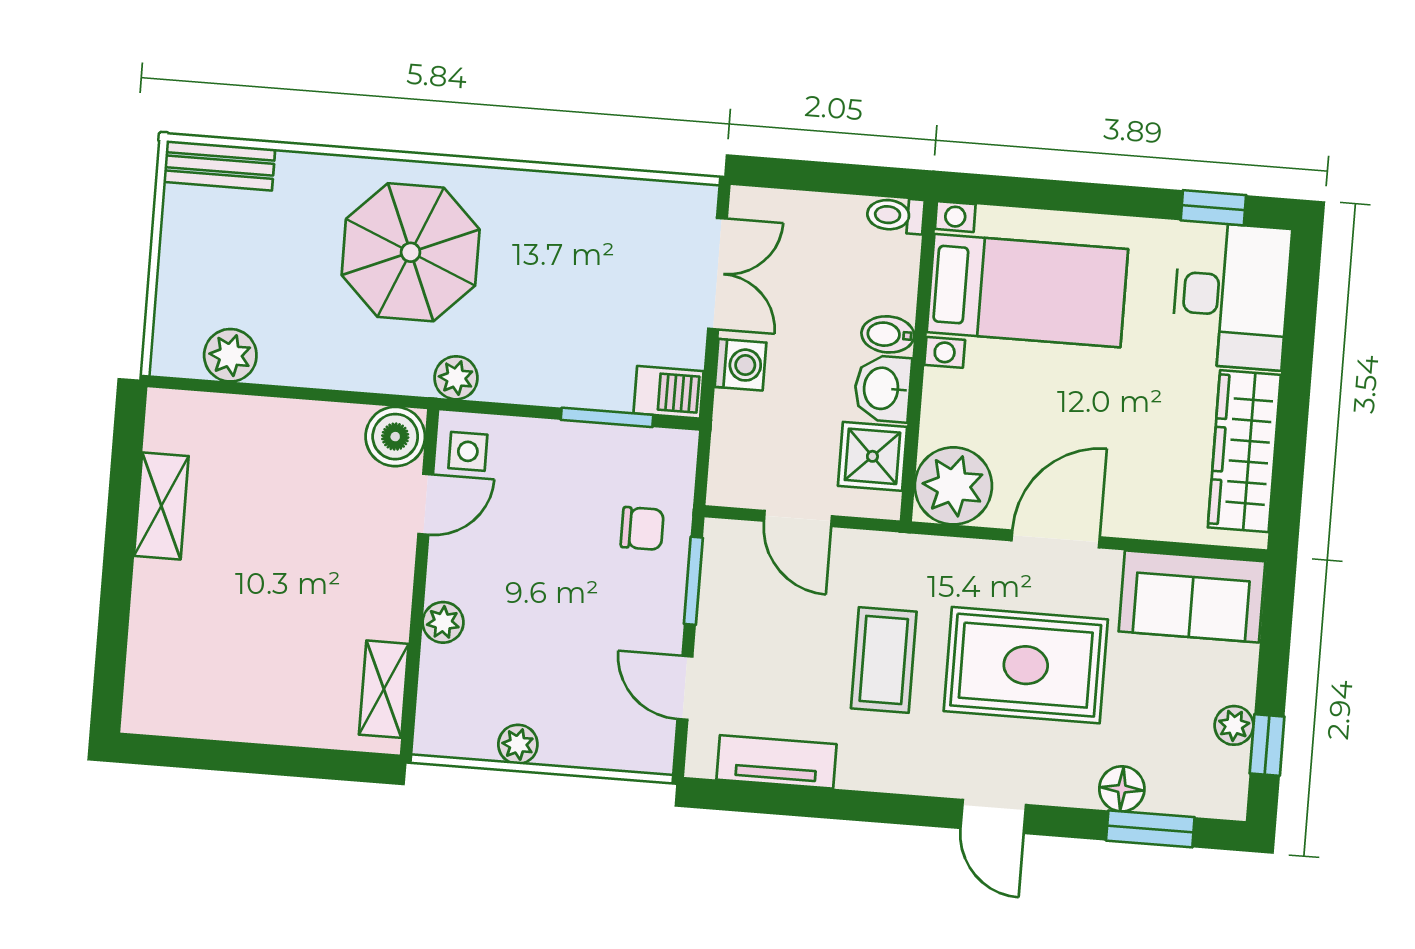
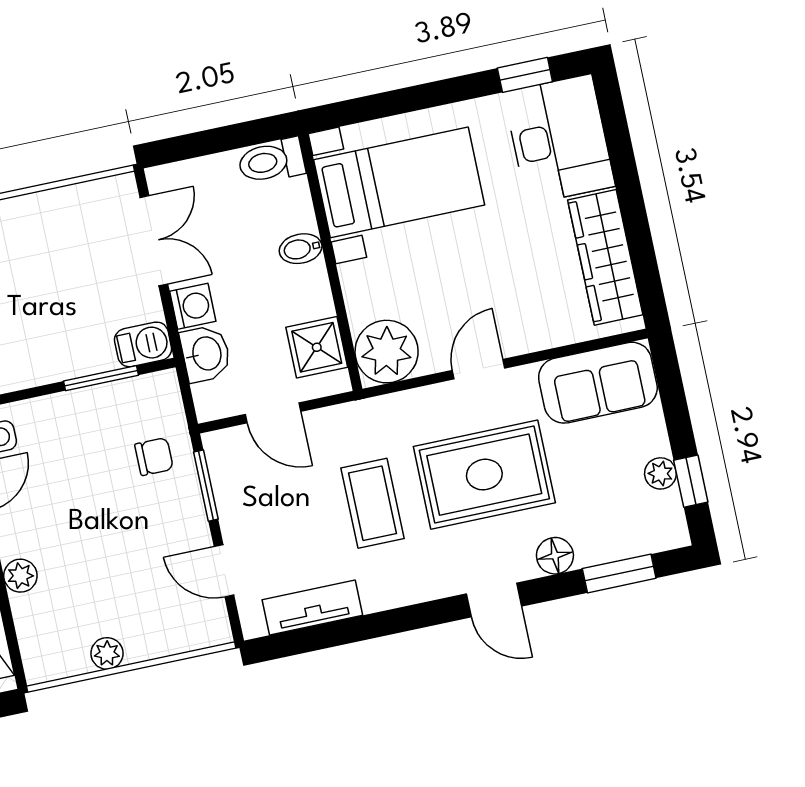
toilet: (895, 215) -> (271, 161), width x1.37, depth x1.39
washbasin: (883, 388) -> (206, 354), moved, turned 180
door: (1056, 539) -> (479, 369), width x0.73
floor lamp: (1122, 789) -> (555, 556), moved

